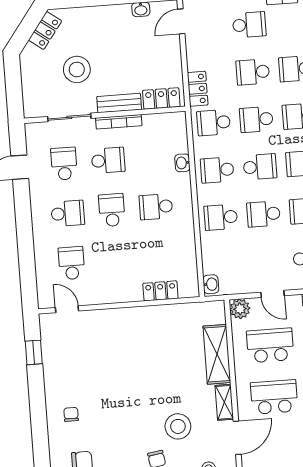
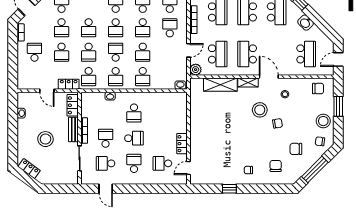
door: (181, 21) -> (47, 91), moved
stool: (77, 69) -> (45, 139), moved
school desk: (112, 210) -> (134, 138), turned 180
locker: (160, 291) -> (182, 144), moved
school desk: (270, 345) -> (218, 54), turned 180
window: (34, 352) -> (229, 189), moved

